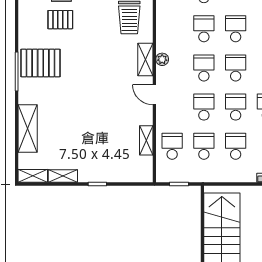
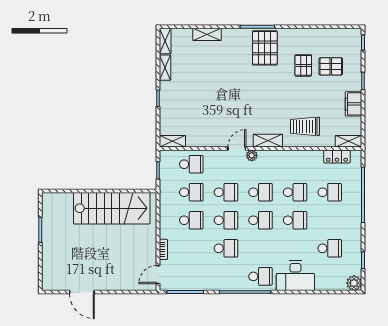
plant: (162, 59) -> (252, 155), moved
shelving: (28, 128) -> (207, 34), width x0.67, depth x0.75
shelving: (146, 140) -> (172, 141), moved

